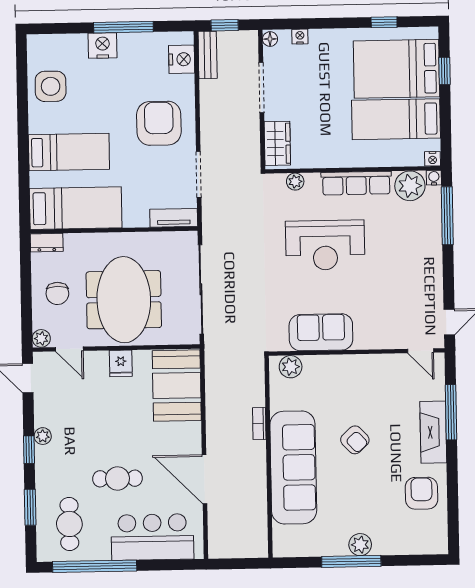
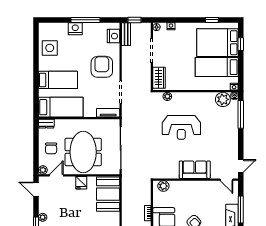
row of seats: (356, 183) -> (197, 98), removed
sofa: (321, 332) -> (195, 170), moved
door: (69, 349) -> (56, 175), swing flipped

